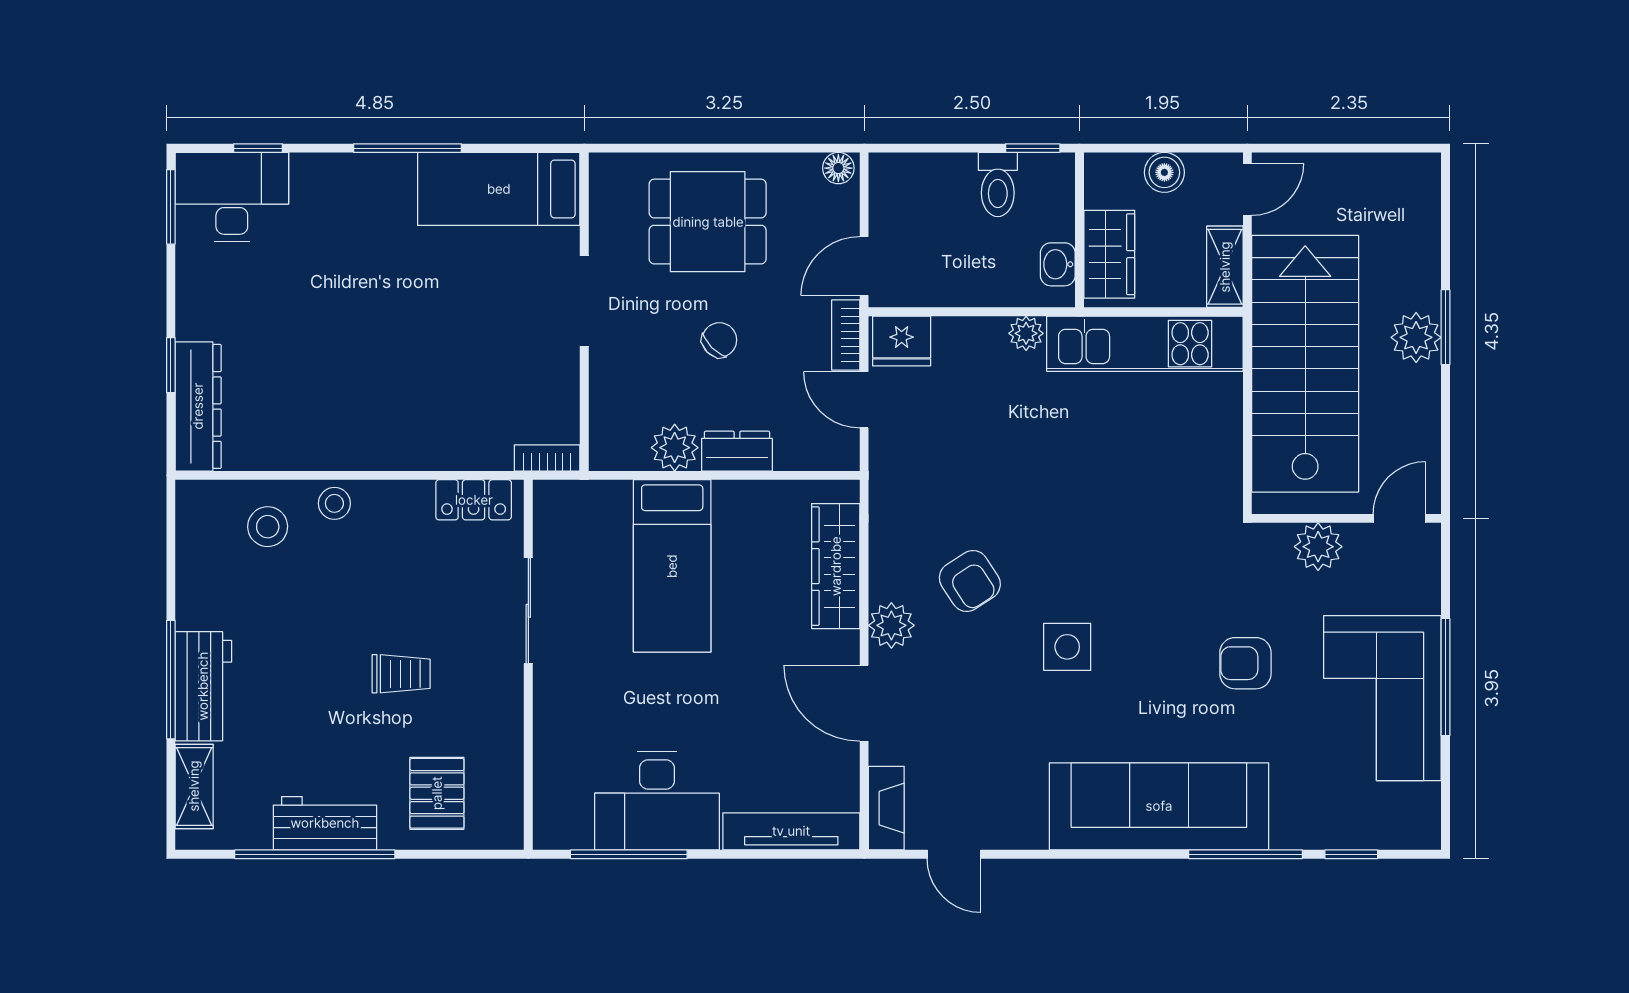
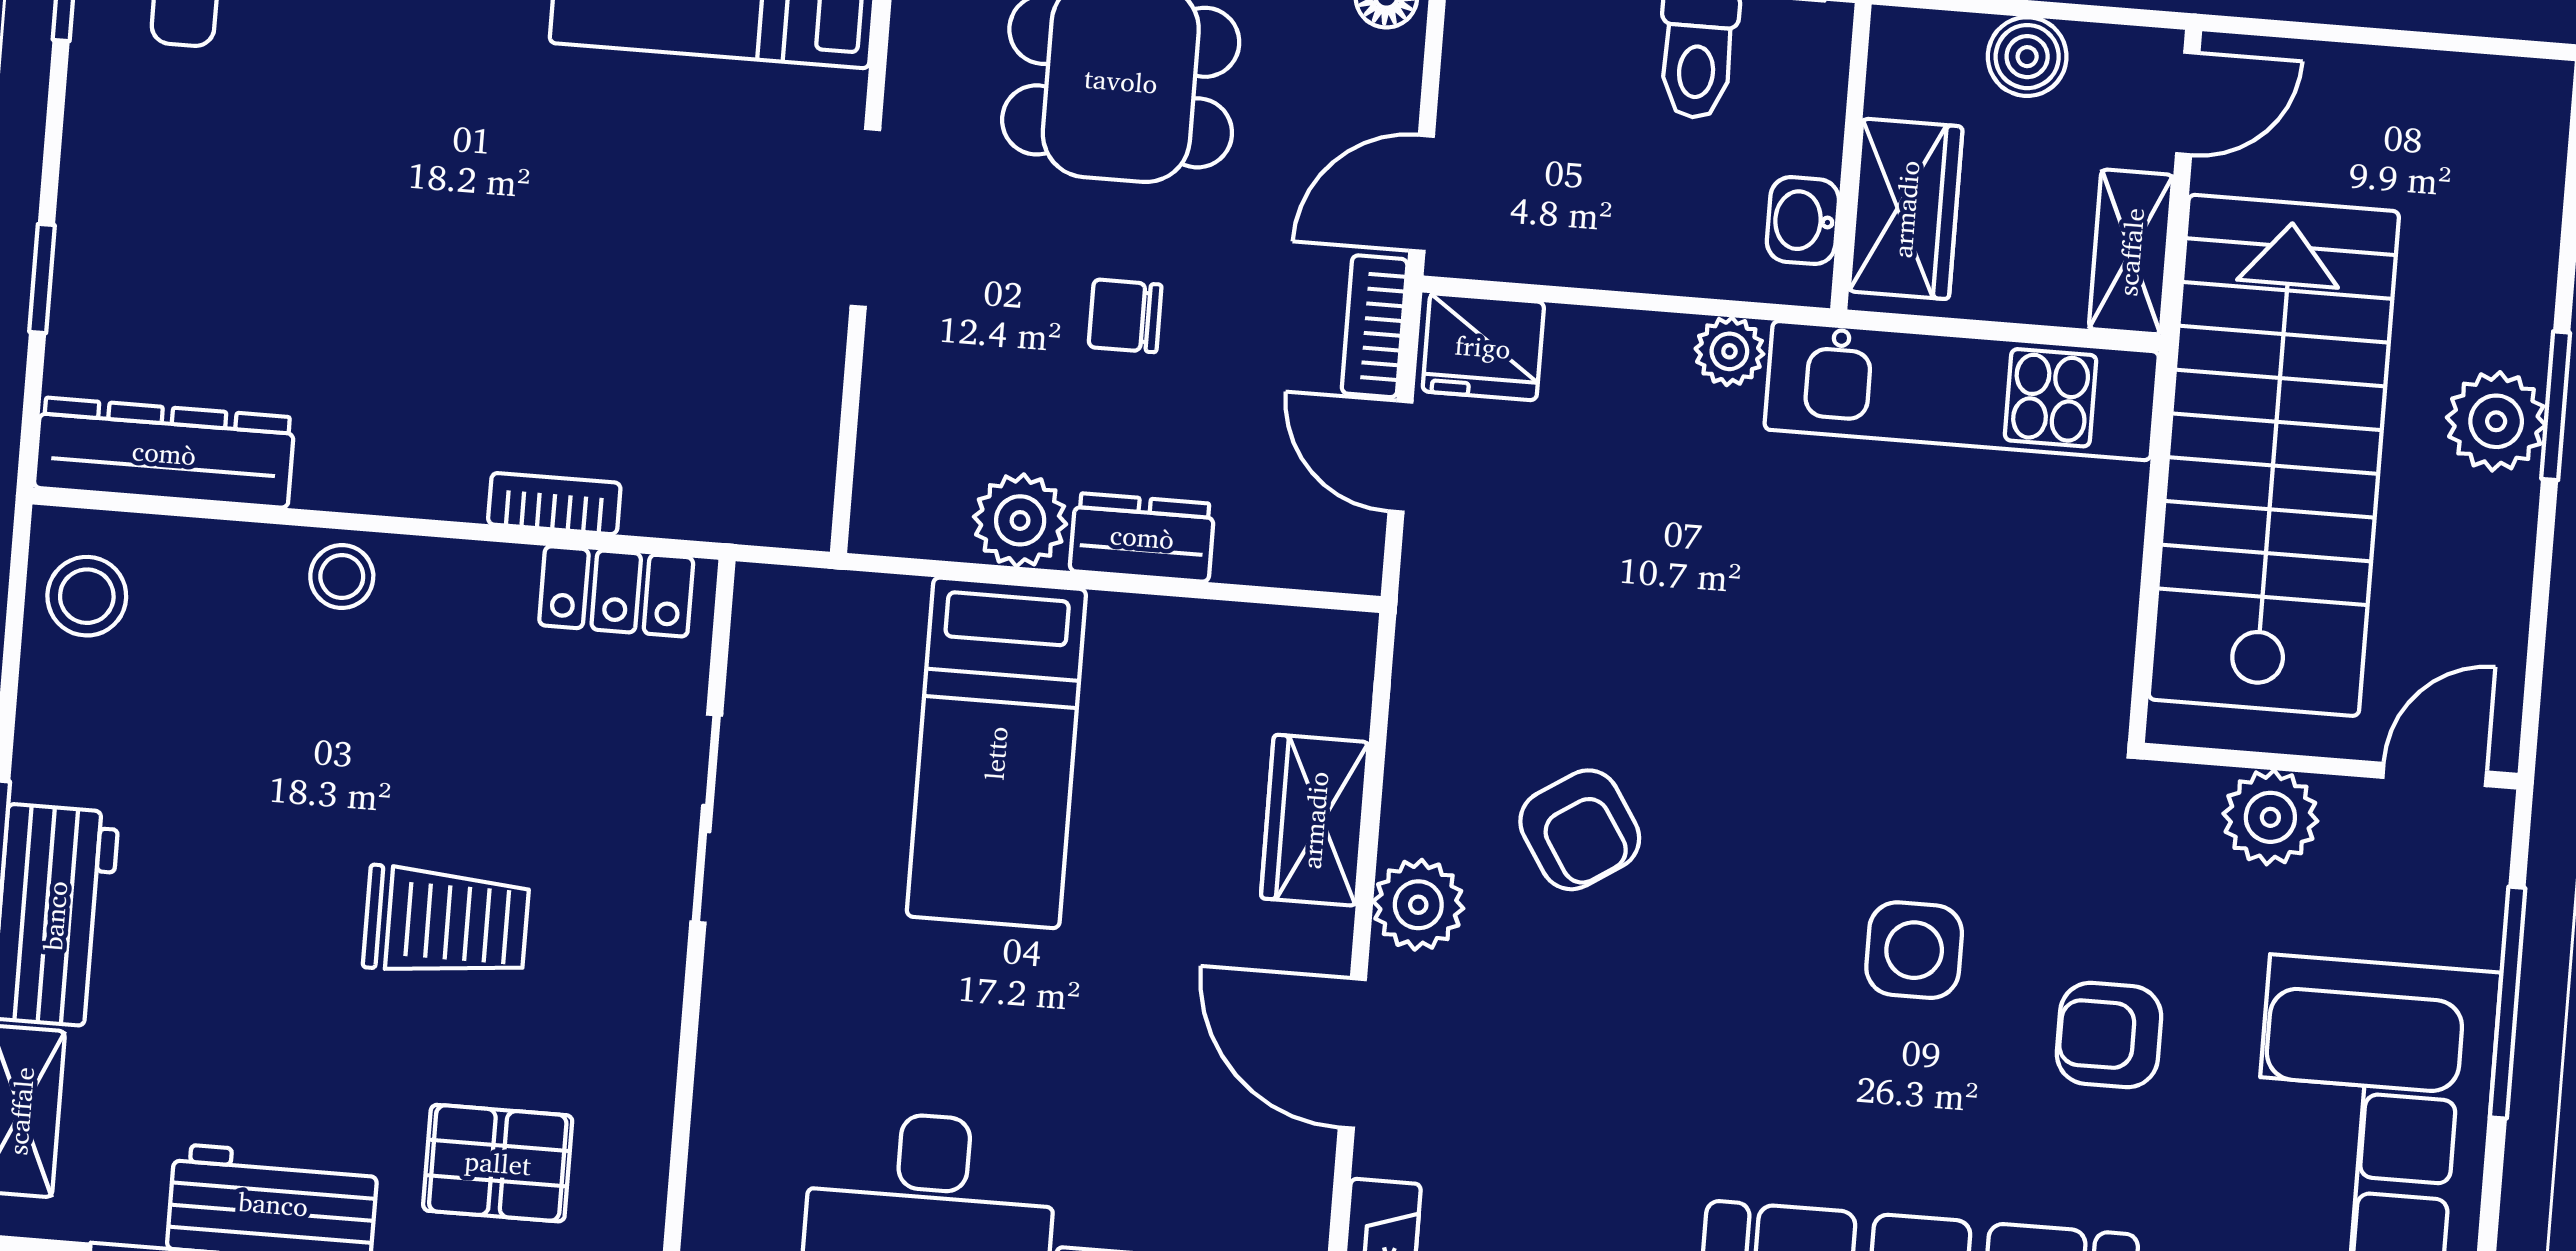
chair: (719, 340) -> (1125, 316), turned -135
dresser: (198, 406) -> (164, 453), moved, turned -90
bookcase: (547, 458) -> (554, 504), moved
stool: (268, 527) -> (87, 596), moved
wardrobe: (836, 566) -> (1315, 820), width x0.67
side table: (1067, 647) -> (1914, 950), moved
trolley: (401, 674) -> (446, 922), width x1.36, depth x1.39
window: (1445, 677) -> (2508, 1003), moved
pallet: (437, 793) -> (498, 1163), turned 90

